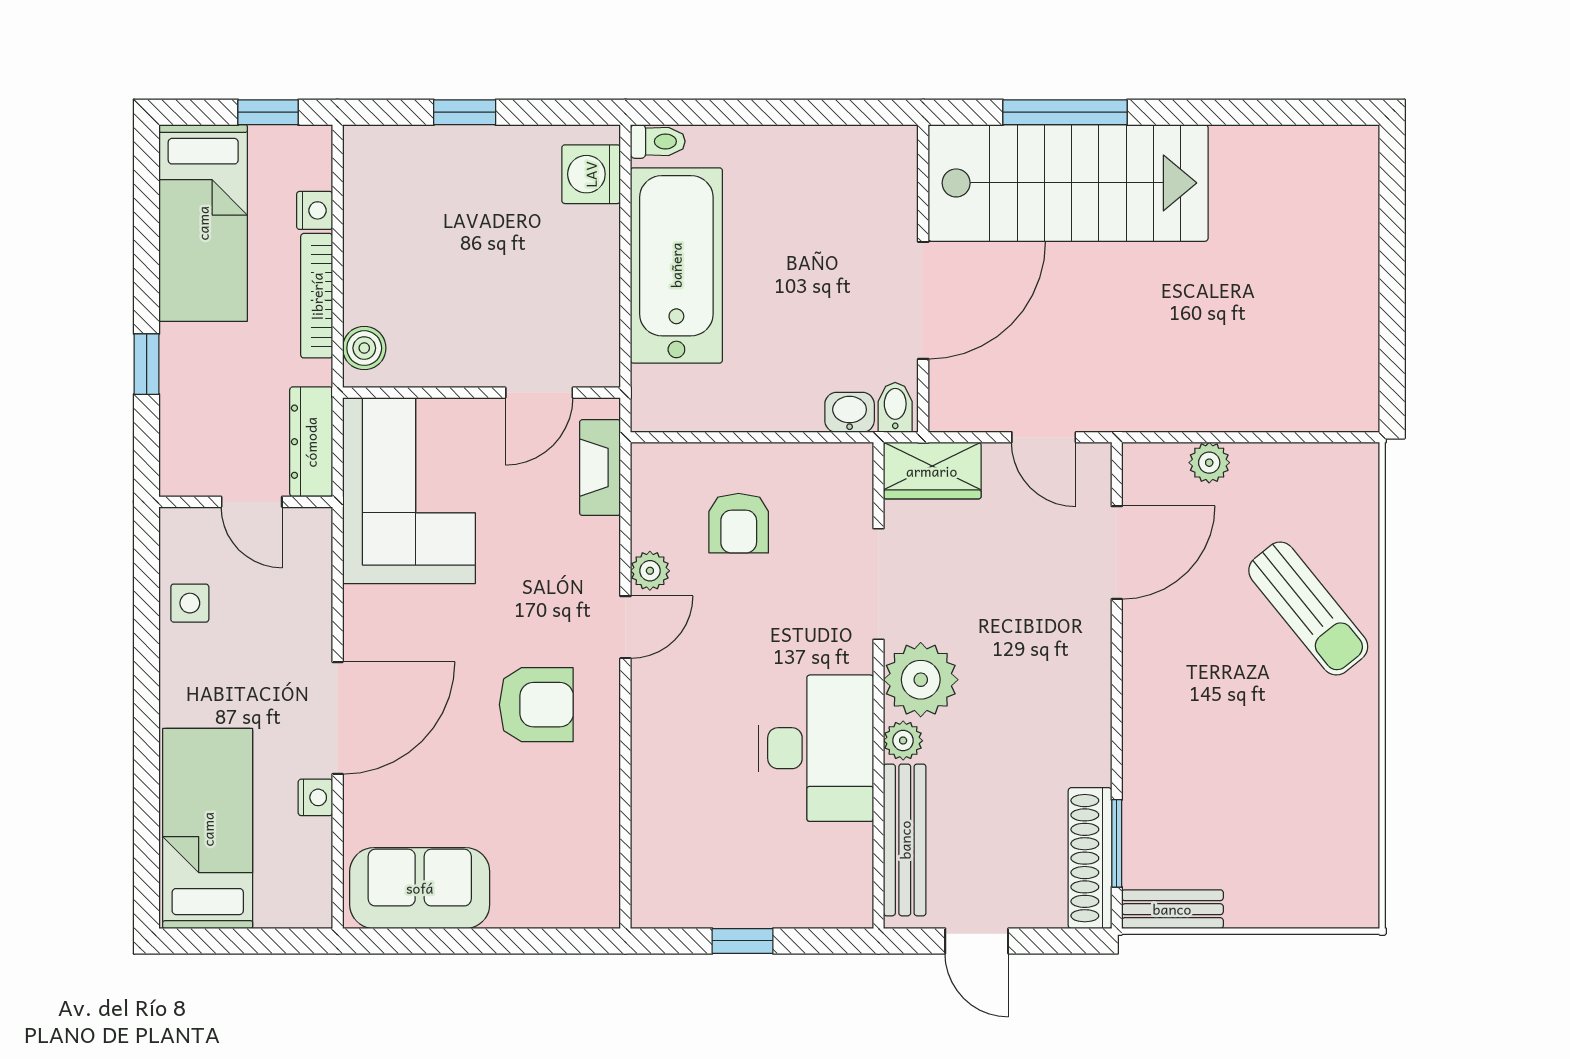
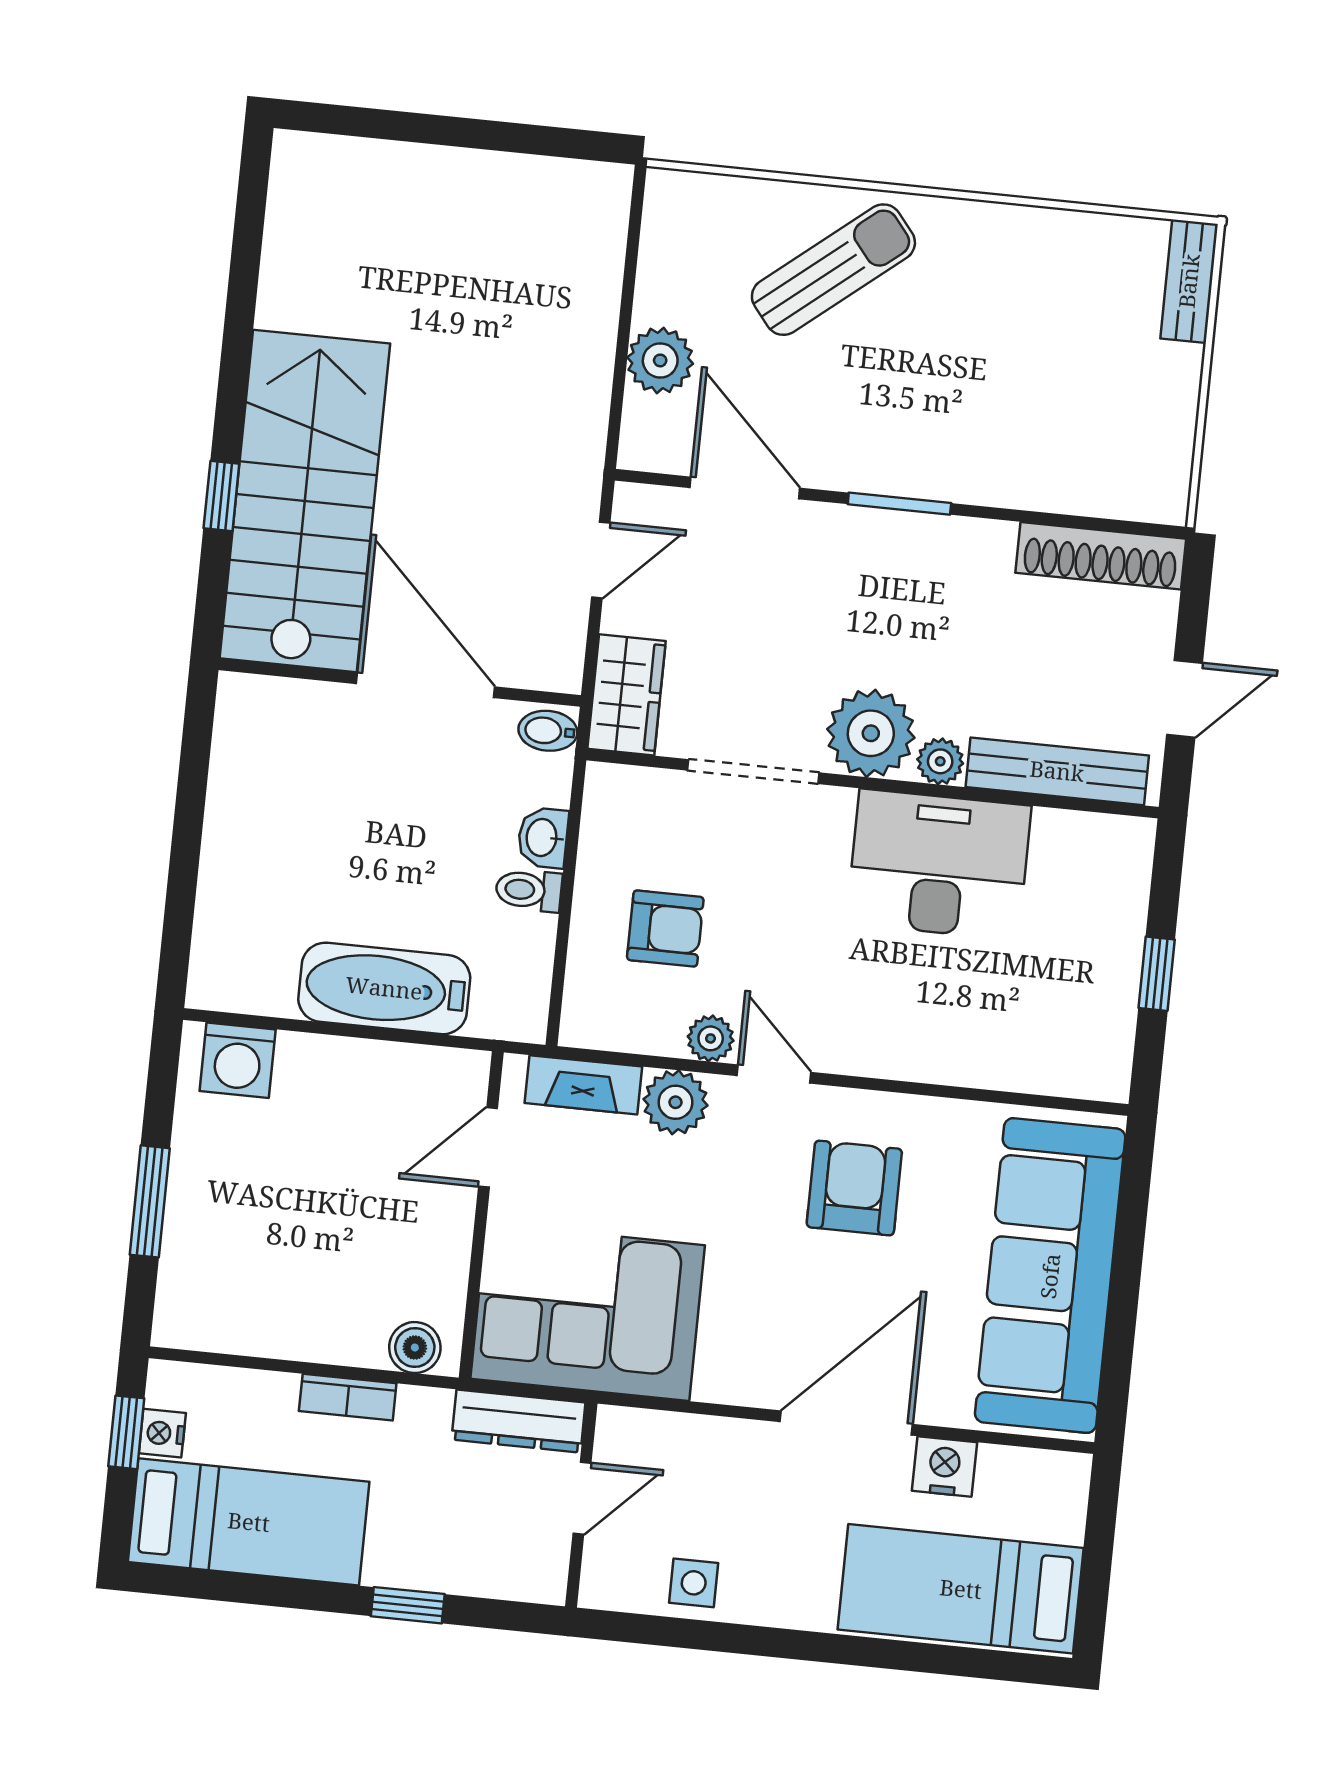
window: (465, 112) -> (150, 1201), width x1.50
window: (1065, 112) -> (221, 496), width x0.46
toilet: (658, 141) -> (529, 890), moved, turned -90
nightstand: (315, 210) -> (162, 1433), moved, turned -90
bathtub: (676, 265) -> (384, 988), width x0.73, depth x0.73
bookcase: (317, 296) -> (348, 1397), width x0.64
door: (539, 393) -> (488, 1147), swing flipped
washbasin: (850, 412) -> (543, 838), moved
plant: (1209, 463) -> (660, 360), width x1.38, depth x1.38
plant: (593, 547) -> (676, 1102), added
door: (338, 718) -> (846, 1423), hinge flipped
nightstand: (315, 797) -> (945, 1467), width x1.39, depth x1.35
window: (1117, 843) -> (899, 504), moved
sofa: (420, 888) -> (1050, 1276), width x1.85, depth x1.27
bench: (1172, 909) -> (1189, 281), moved

